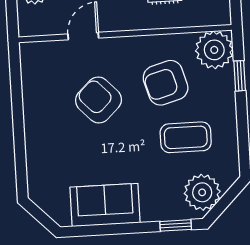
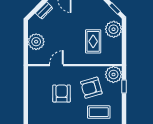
armchair: (99, 100) -> (62, 94), turned 44

